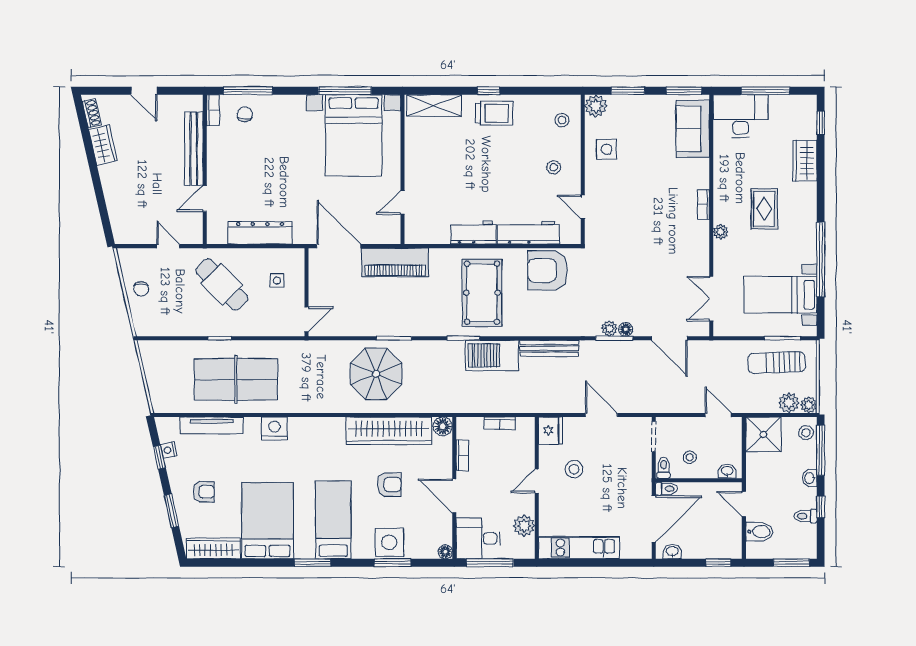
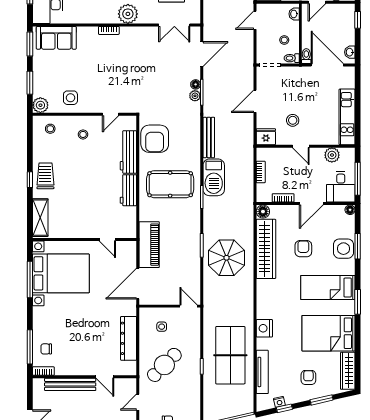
plant: (721, 232) -> (128, 14), width x1.88, depth x1.88

